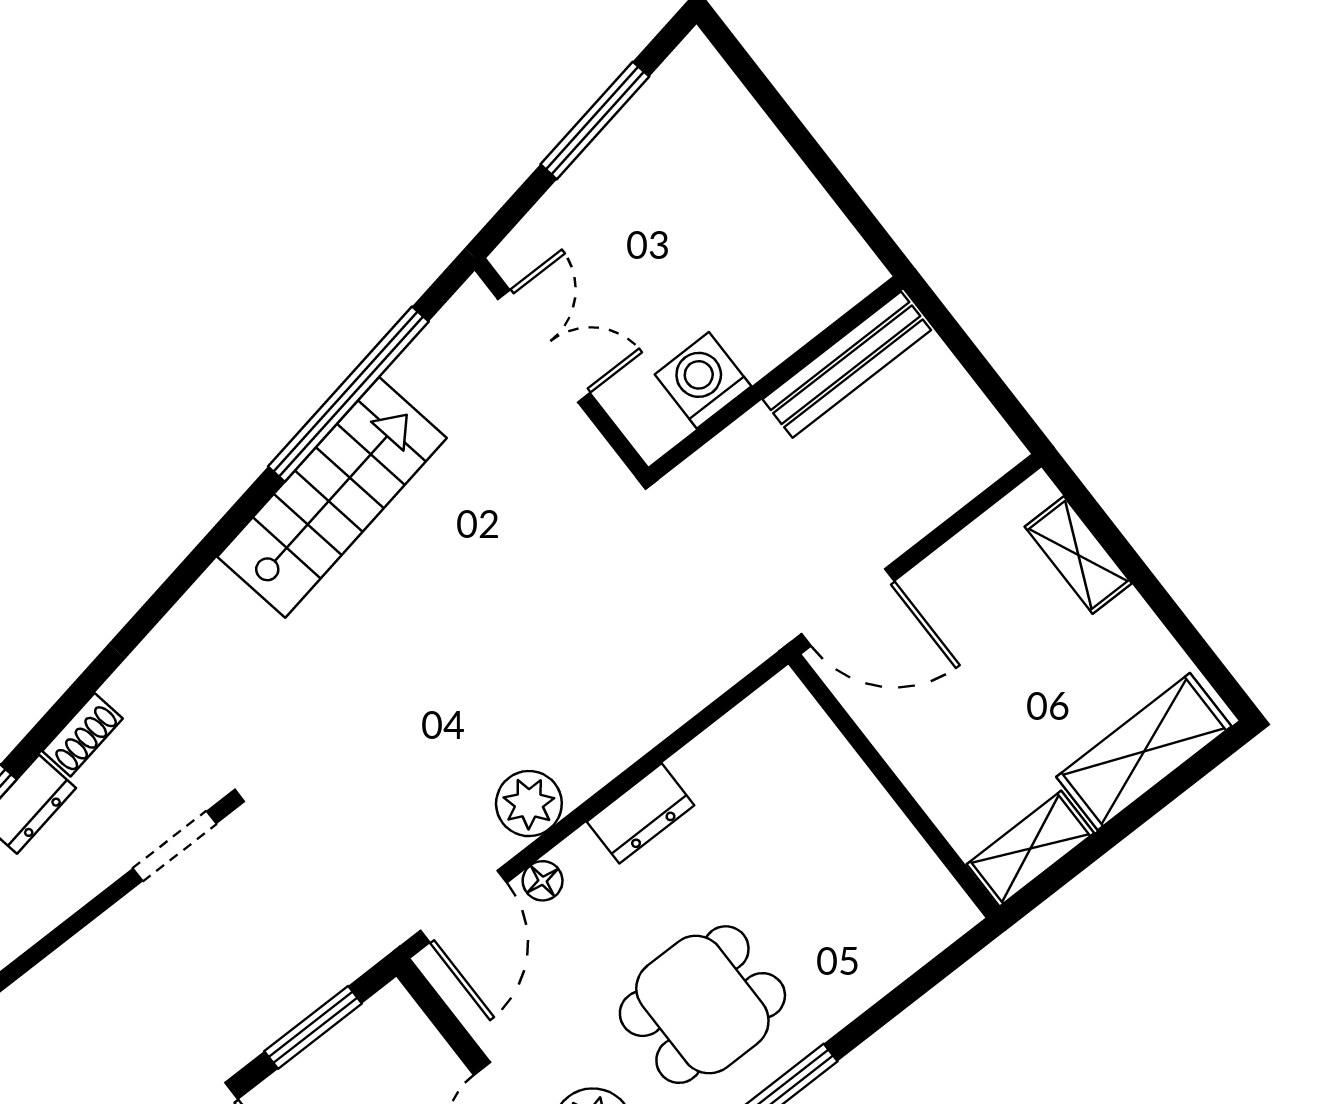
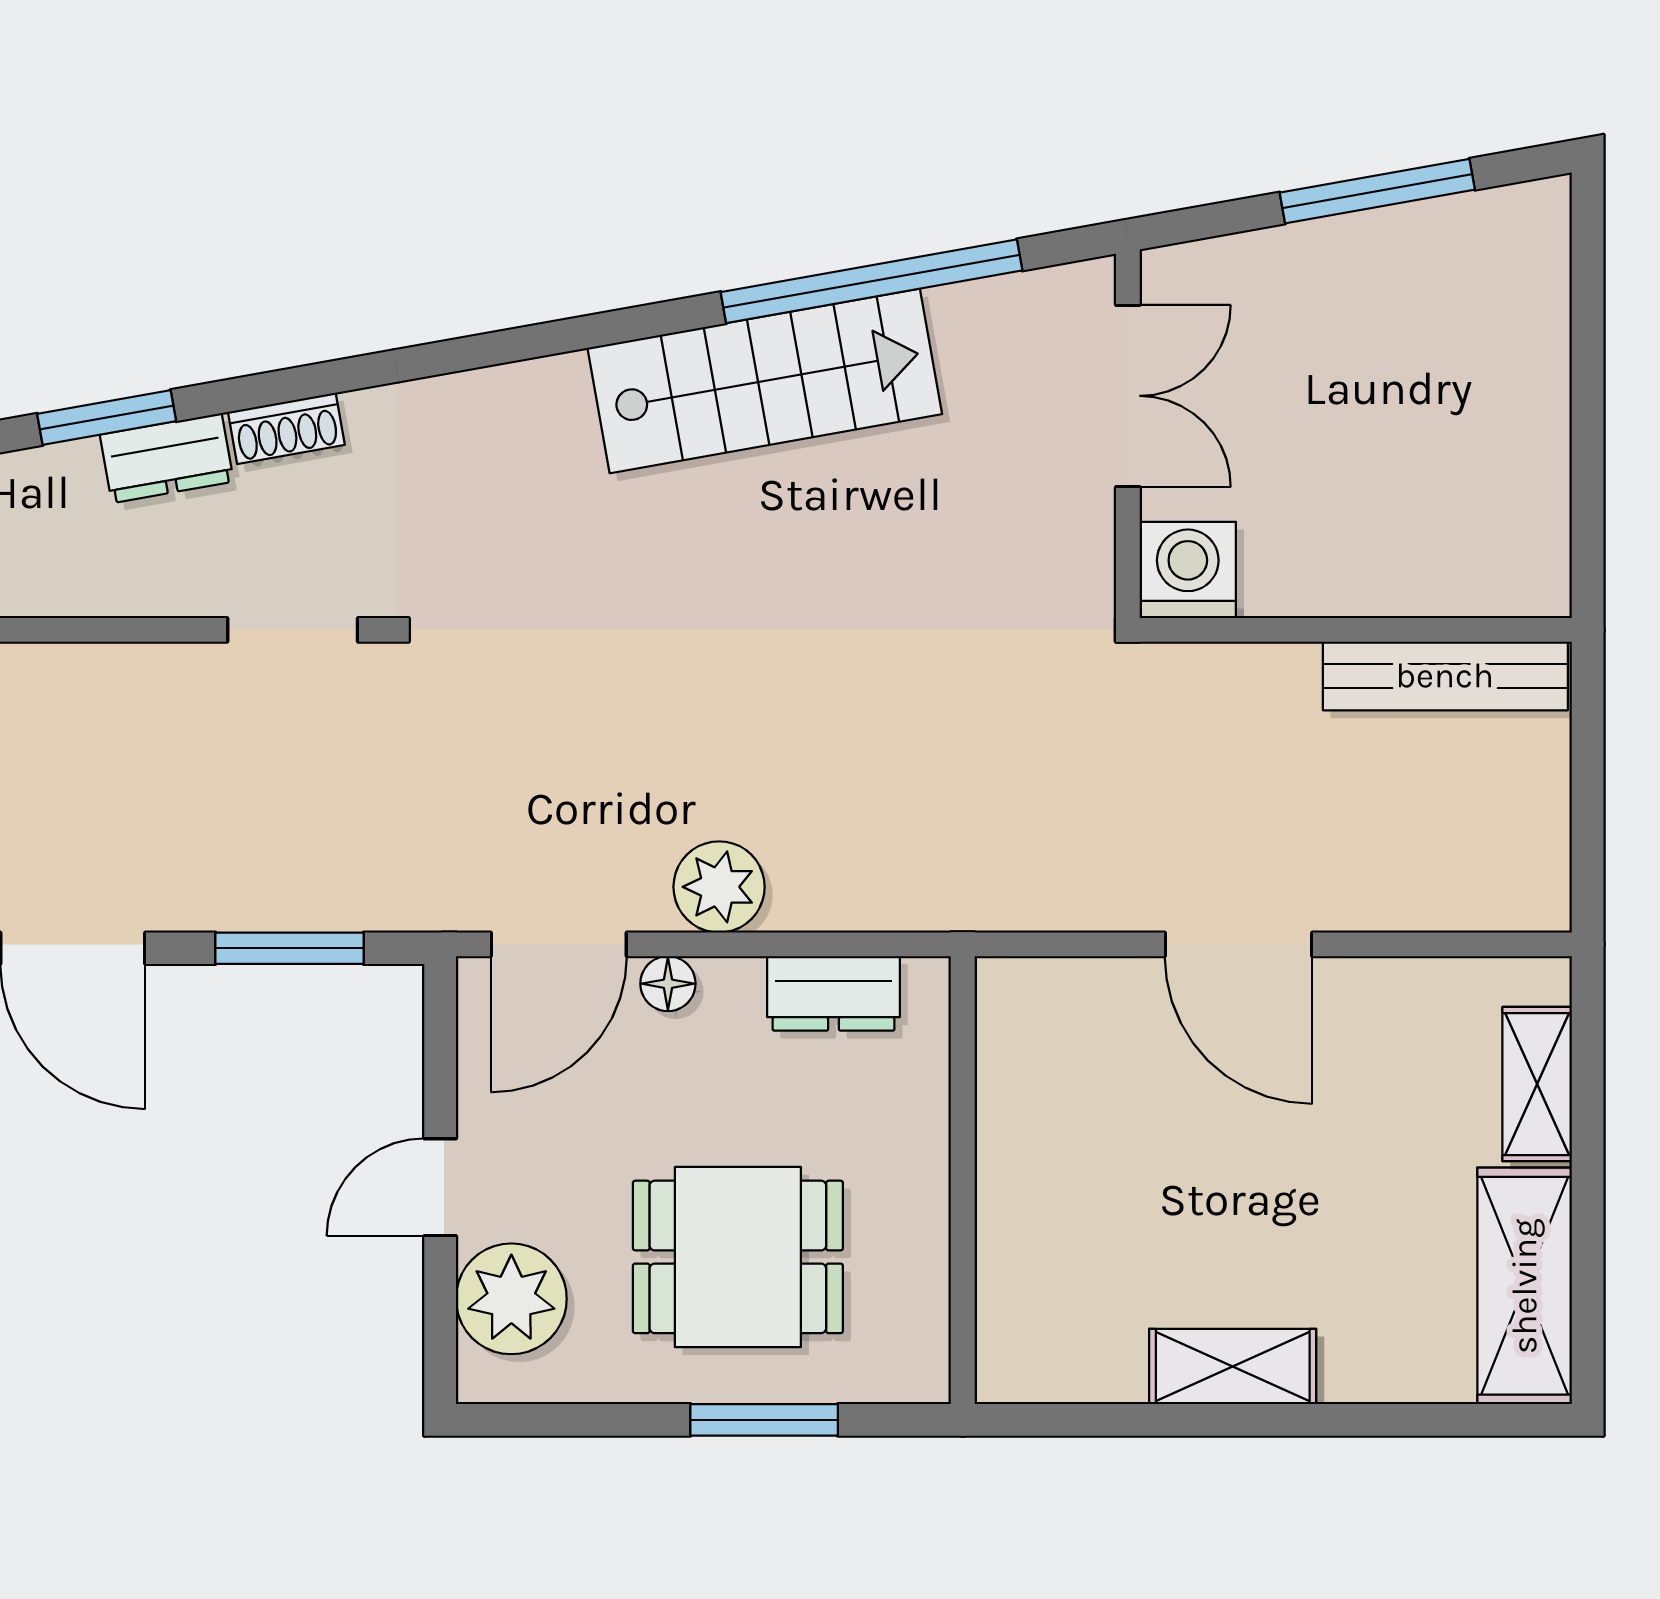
washing machine: (703, 380) -> (1188, 570), moved
shelving: (1144, 752) -> (1525, 1286), moved, turned 90
wall: (894, 786) -> (963, 1180), moved

